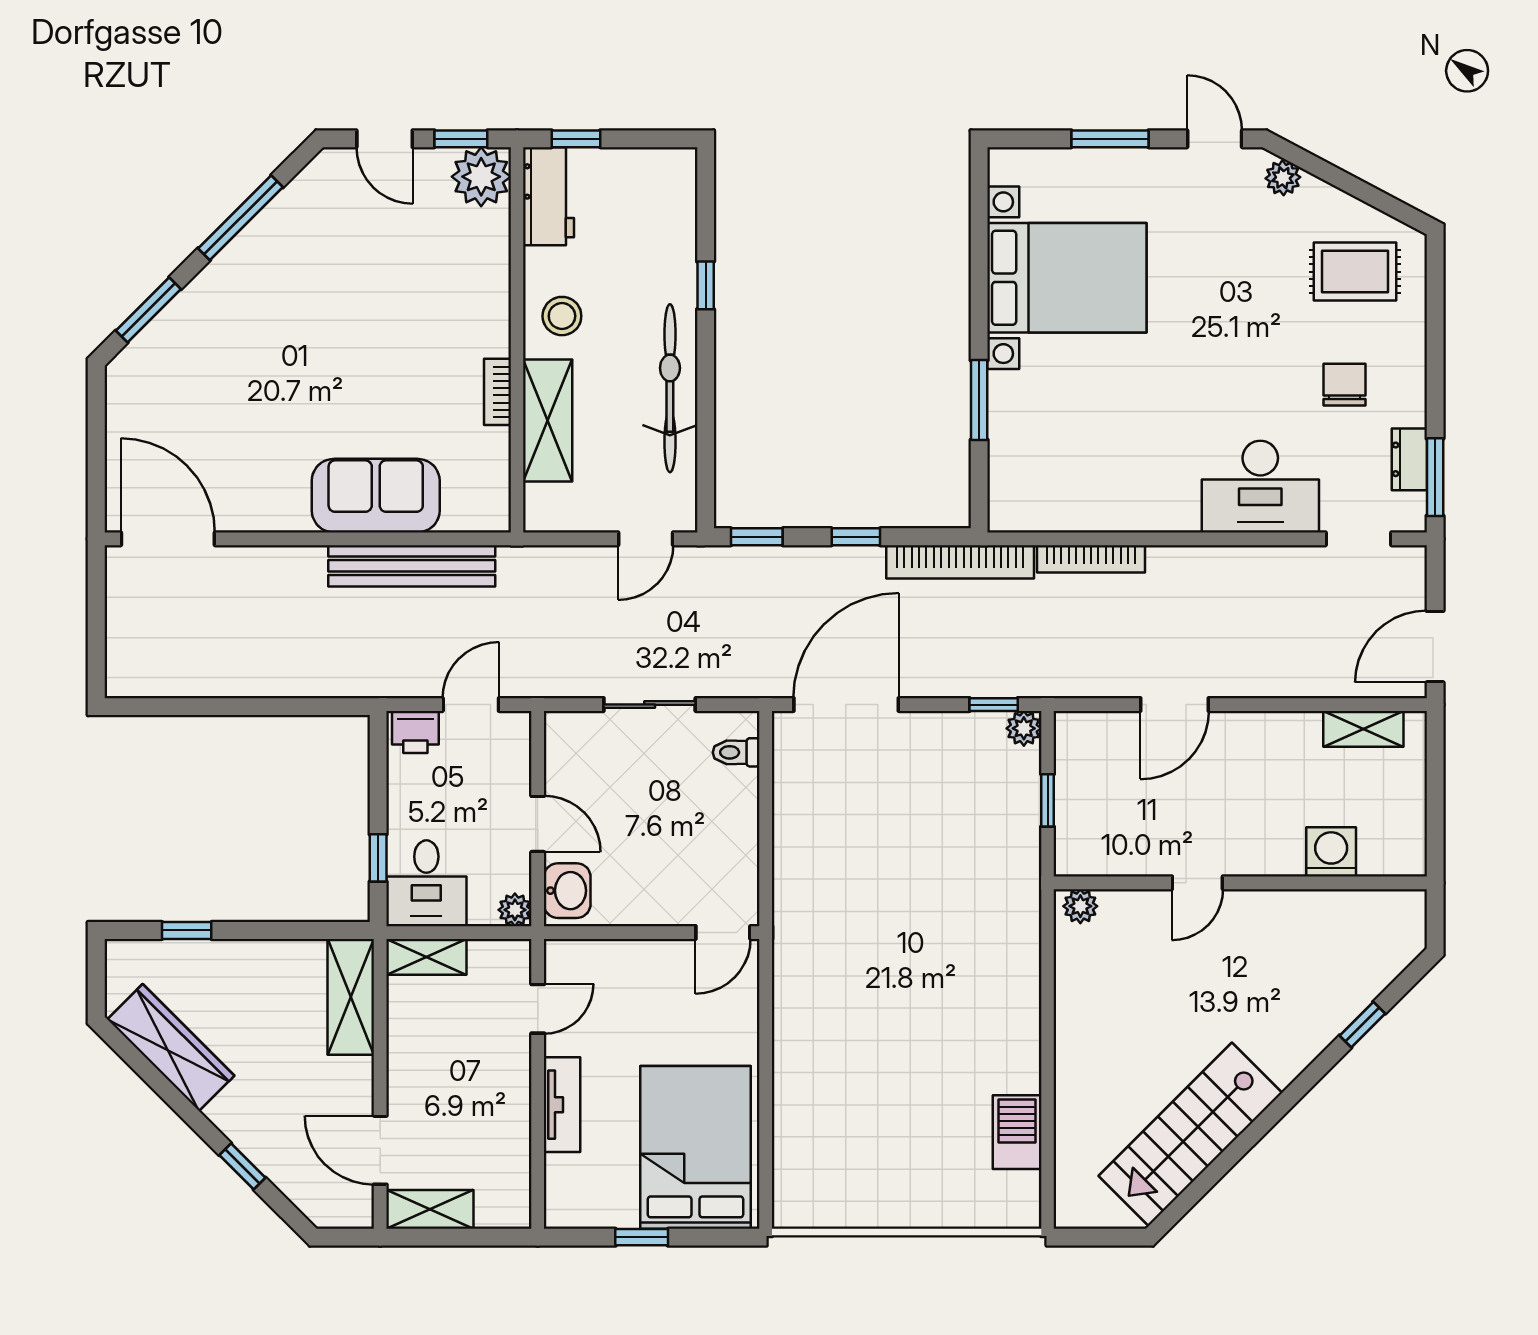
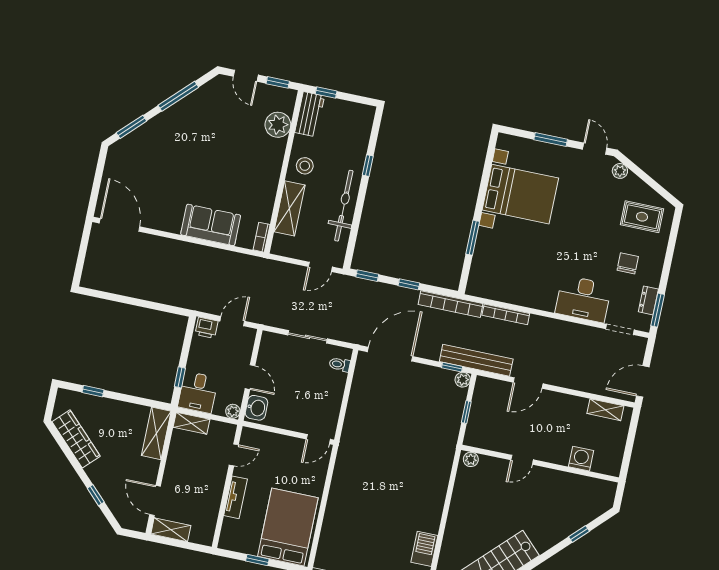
plant: (481, 177) -> (278, 125), moved
bookcase: (497, 392) -> (262, 237), moved
bench: (412, 566) -> (476, 360), moved

